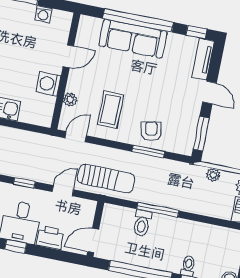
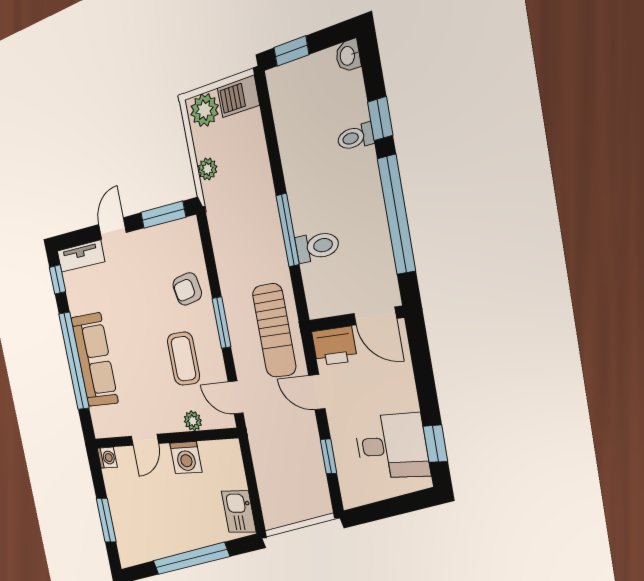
washing machine: (43, 14) -> (107, 458), moved
door: (68, 56) -> (145, 440), swing flipped
coffee table: (111, 110) -> (183, 359), turned 90
window: (148, 151) -> (222, 323), moved
sun lounger: (106, 179) -> (274, 331), turned 180
printer: (50, 238) -> (334, 346), moved, turned -90

